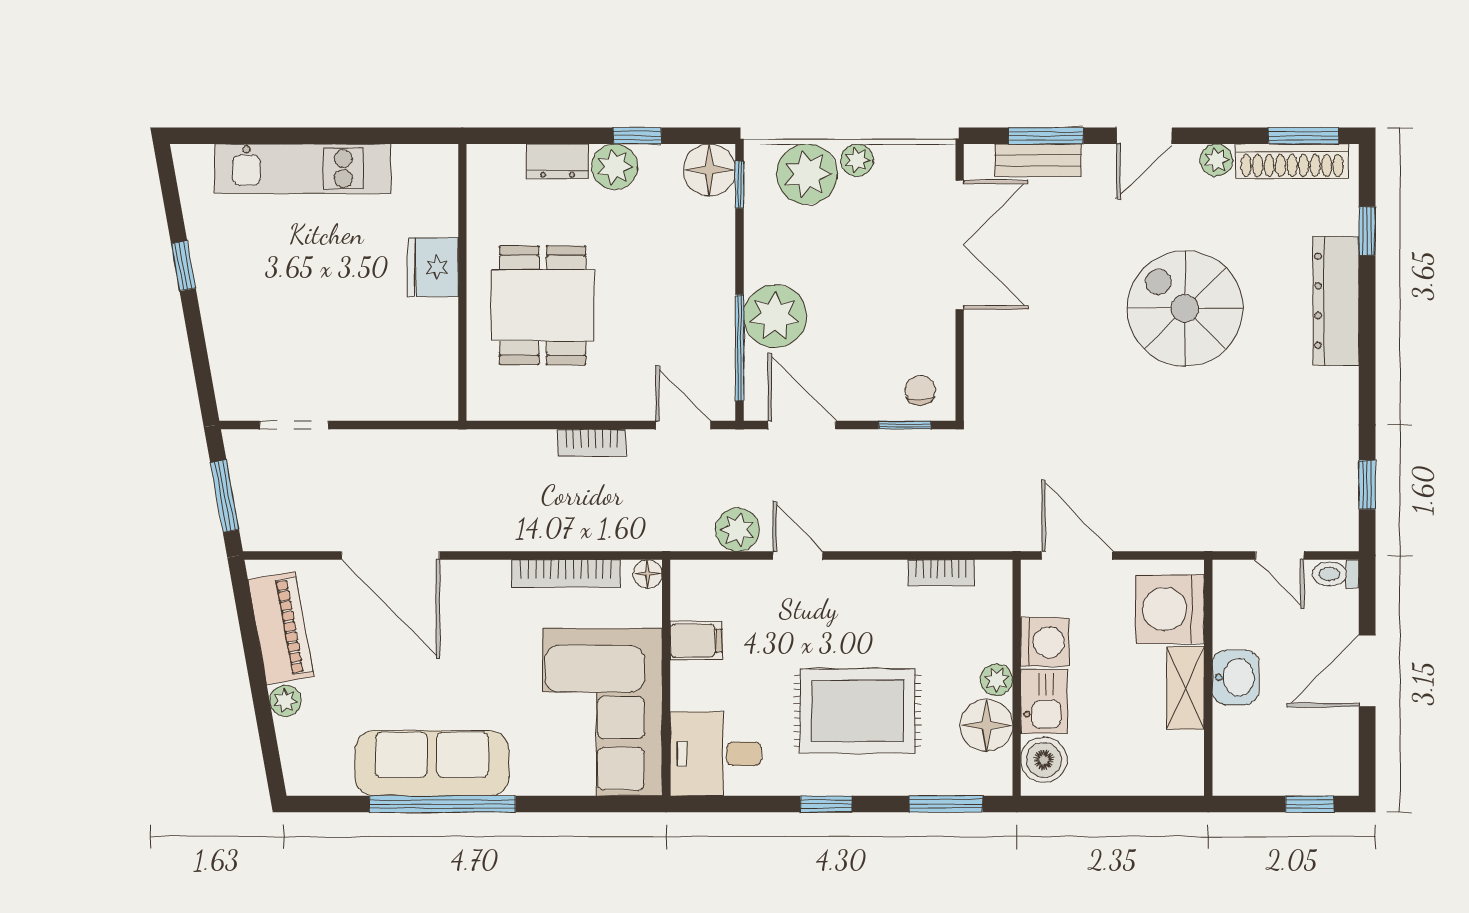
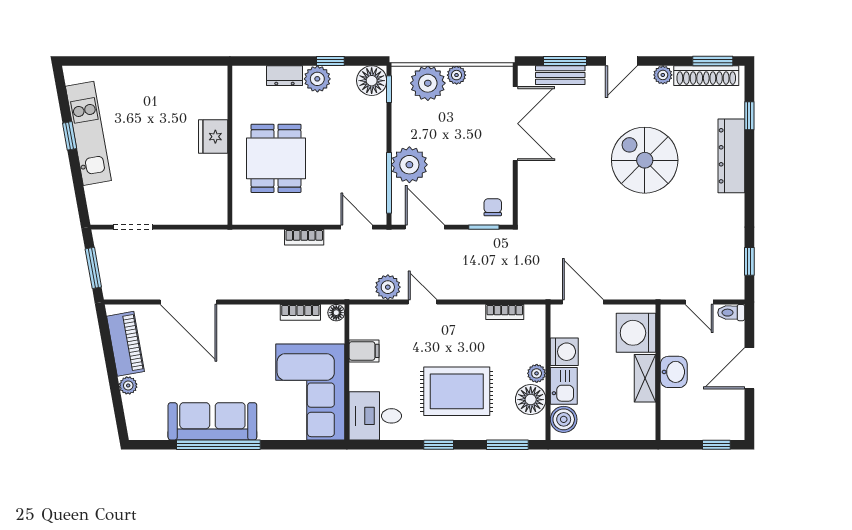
kitchen unit: (303, 169) -> (88, 133), moved, turned -100
bookcase: (566, 573) -> (300, 312), width x0.64

